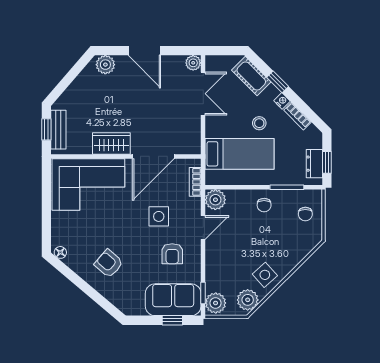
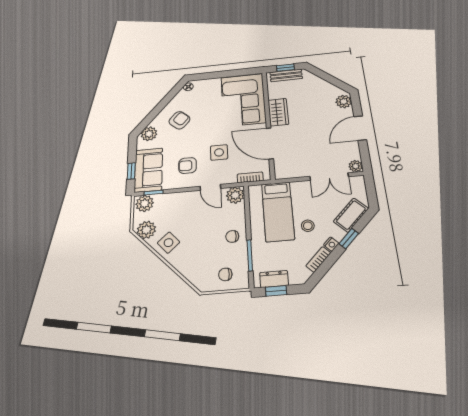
plant: (124, 301) -> (149, 134), added

